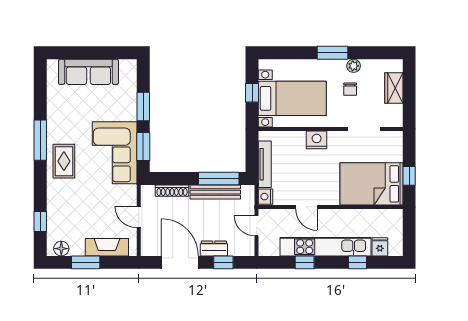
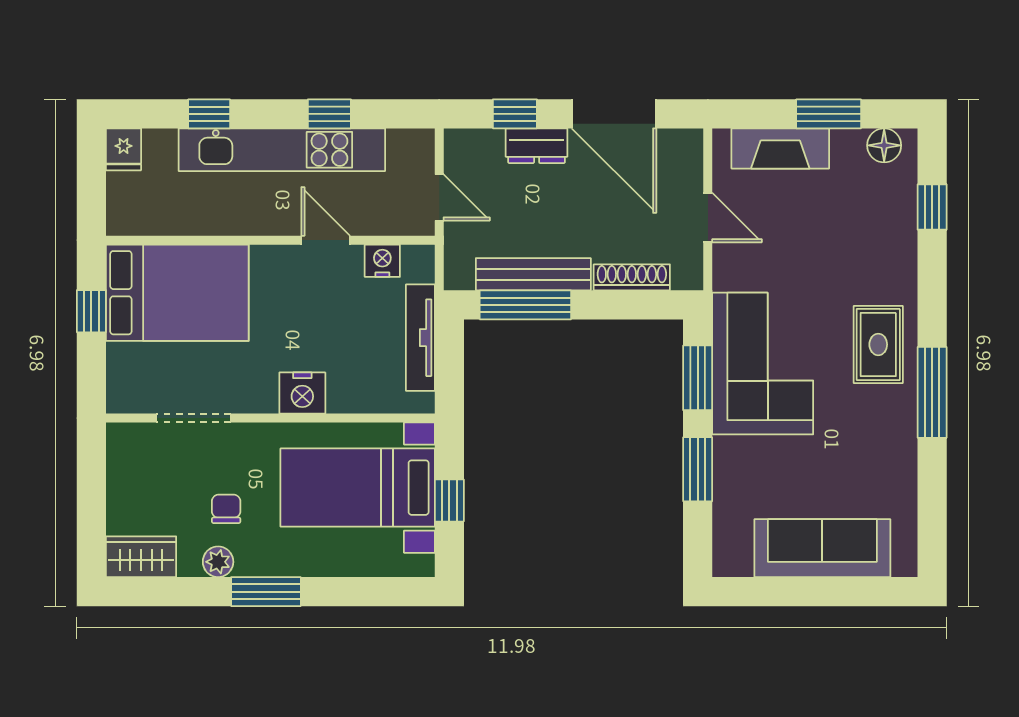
wardrobe: (394, 88) -> (141, 557), moved, turned -90
nightstand: (266, 197) -> (382, 261), moved, turned -90
fridge: (380, 247) -> (124, 149), moved

